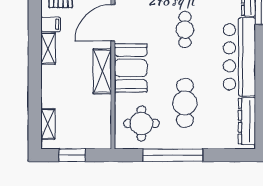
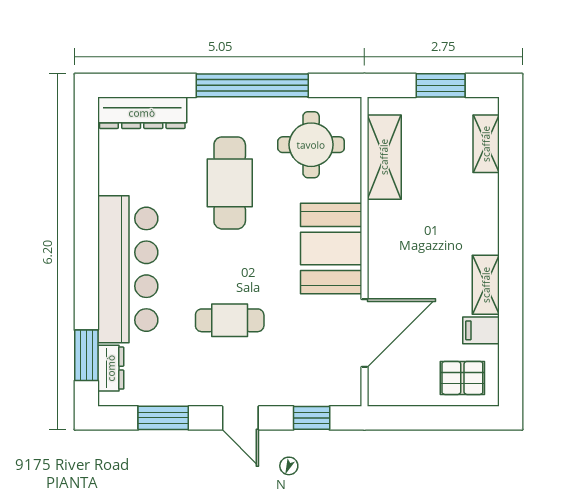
cafe table: (185, 30) -> (230, 320), turned 90
shelving: (102, 71) -> (384, 157), moved
dresser: (247, 121) -> (142, 113), moved, turned 90

